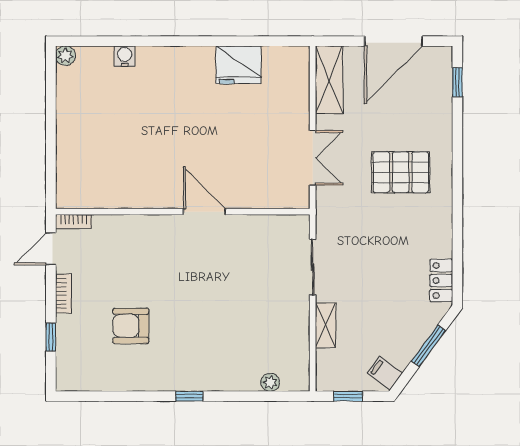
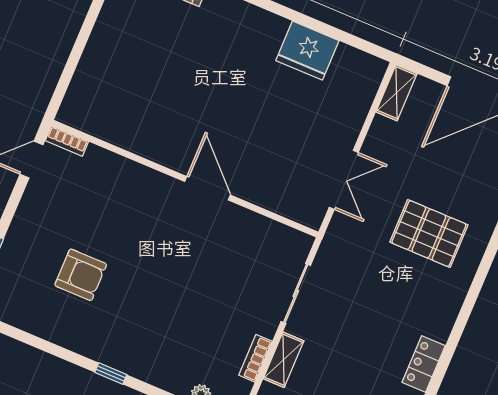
shelving: (329, 80) -> (397, 93), width x0.67, depth x0.75
bookcase: (63, 293) -> (255, 358), moved, turned 180
armchair: (131, 326) -> (81, 275), turned 180

